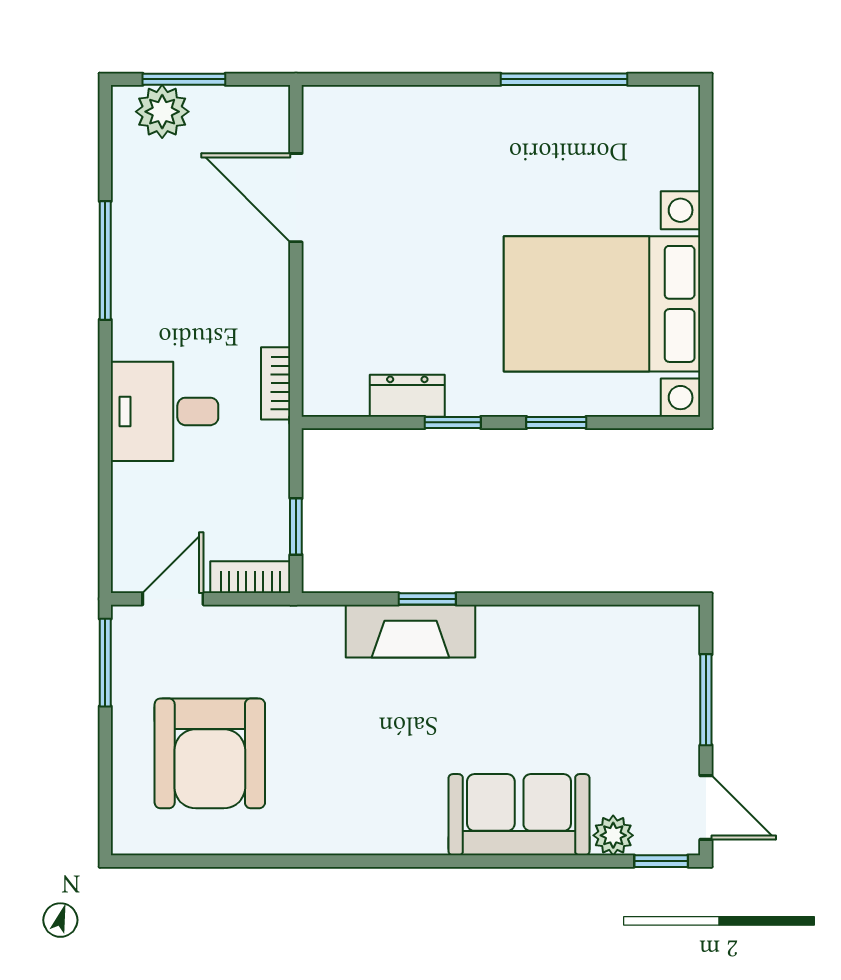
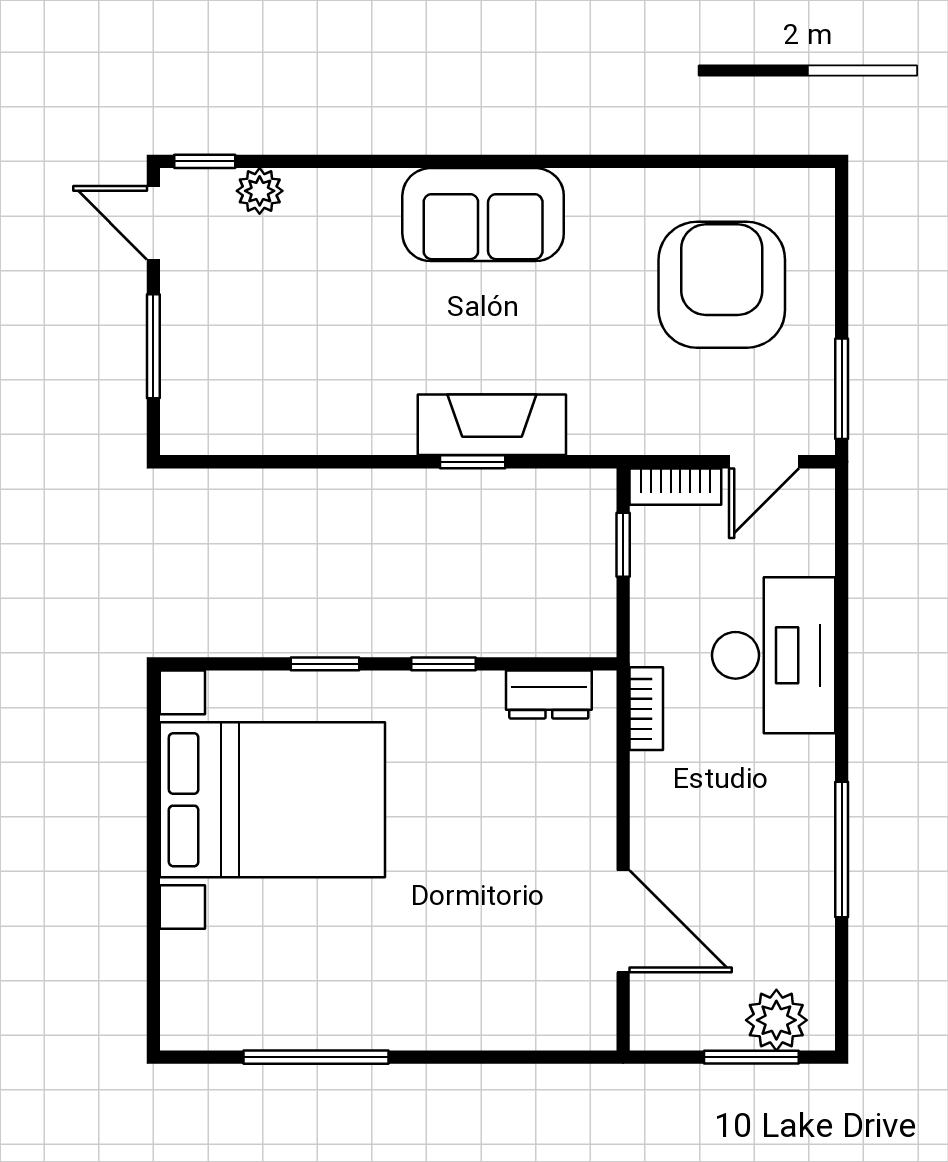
dresser: (407, 396) -> (549, 694), moved
desk: (165, 411) -> (774, 655), width x1.37
sofa: (519, 815) -> (483, 215), moved

